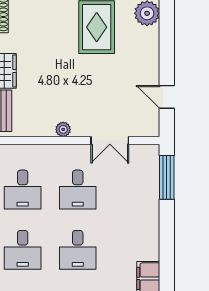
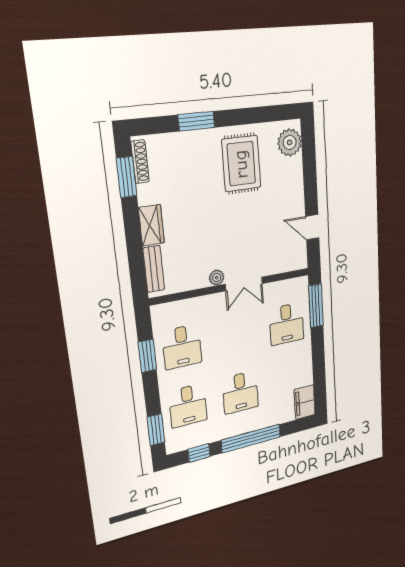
double door: (110, 140) -> (244, 284), moved
desk: (78, 190) -> (287, 324), moved

